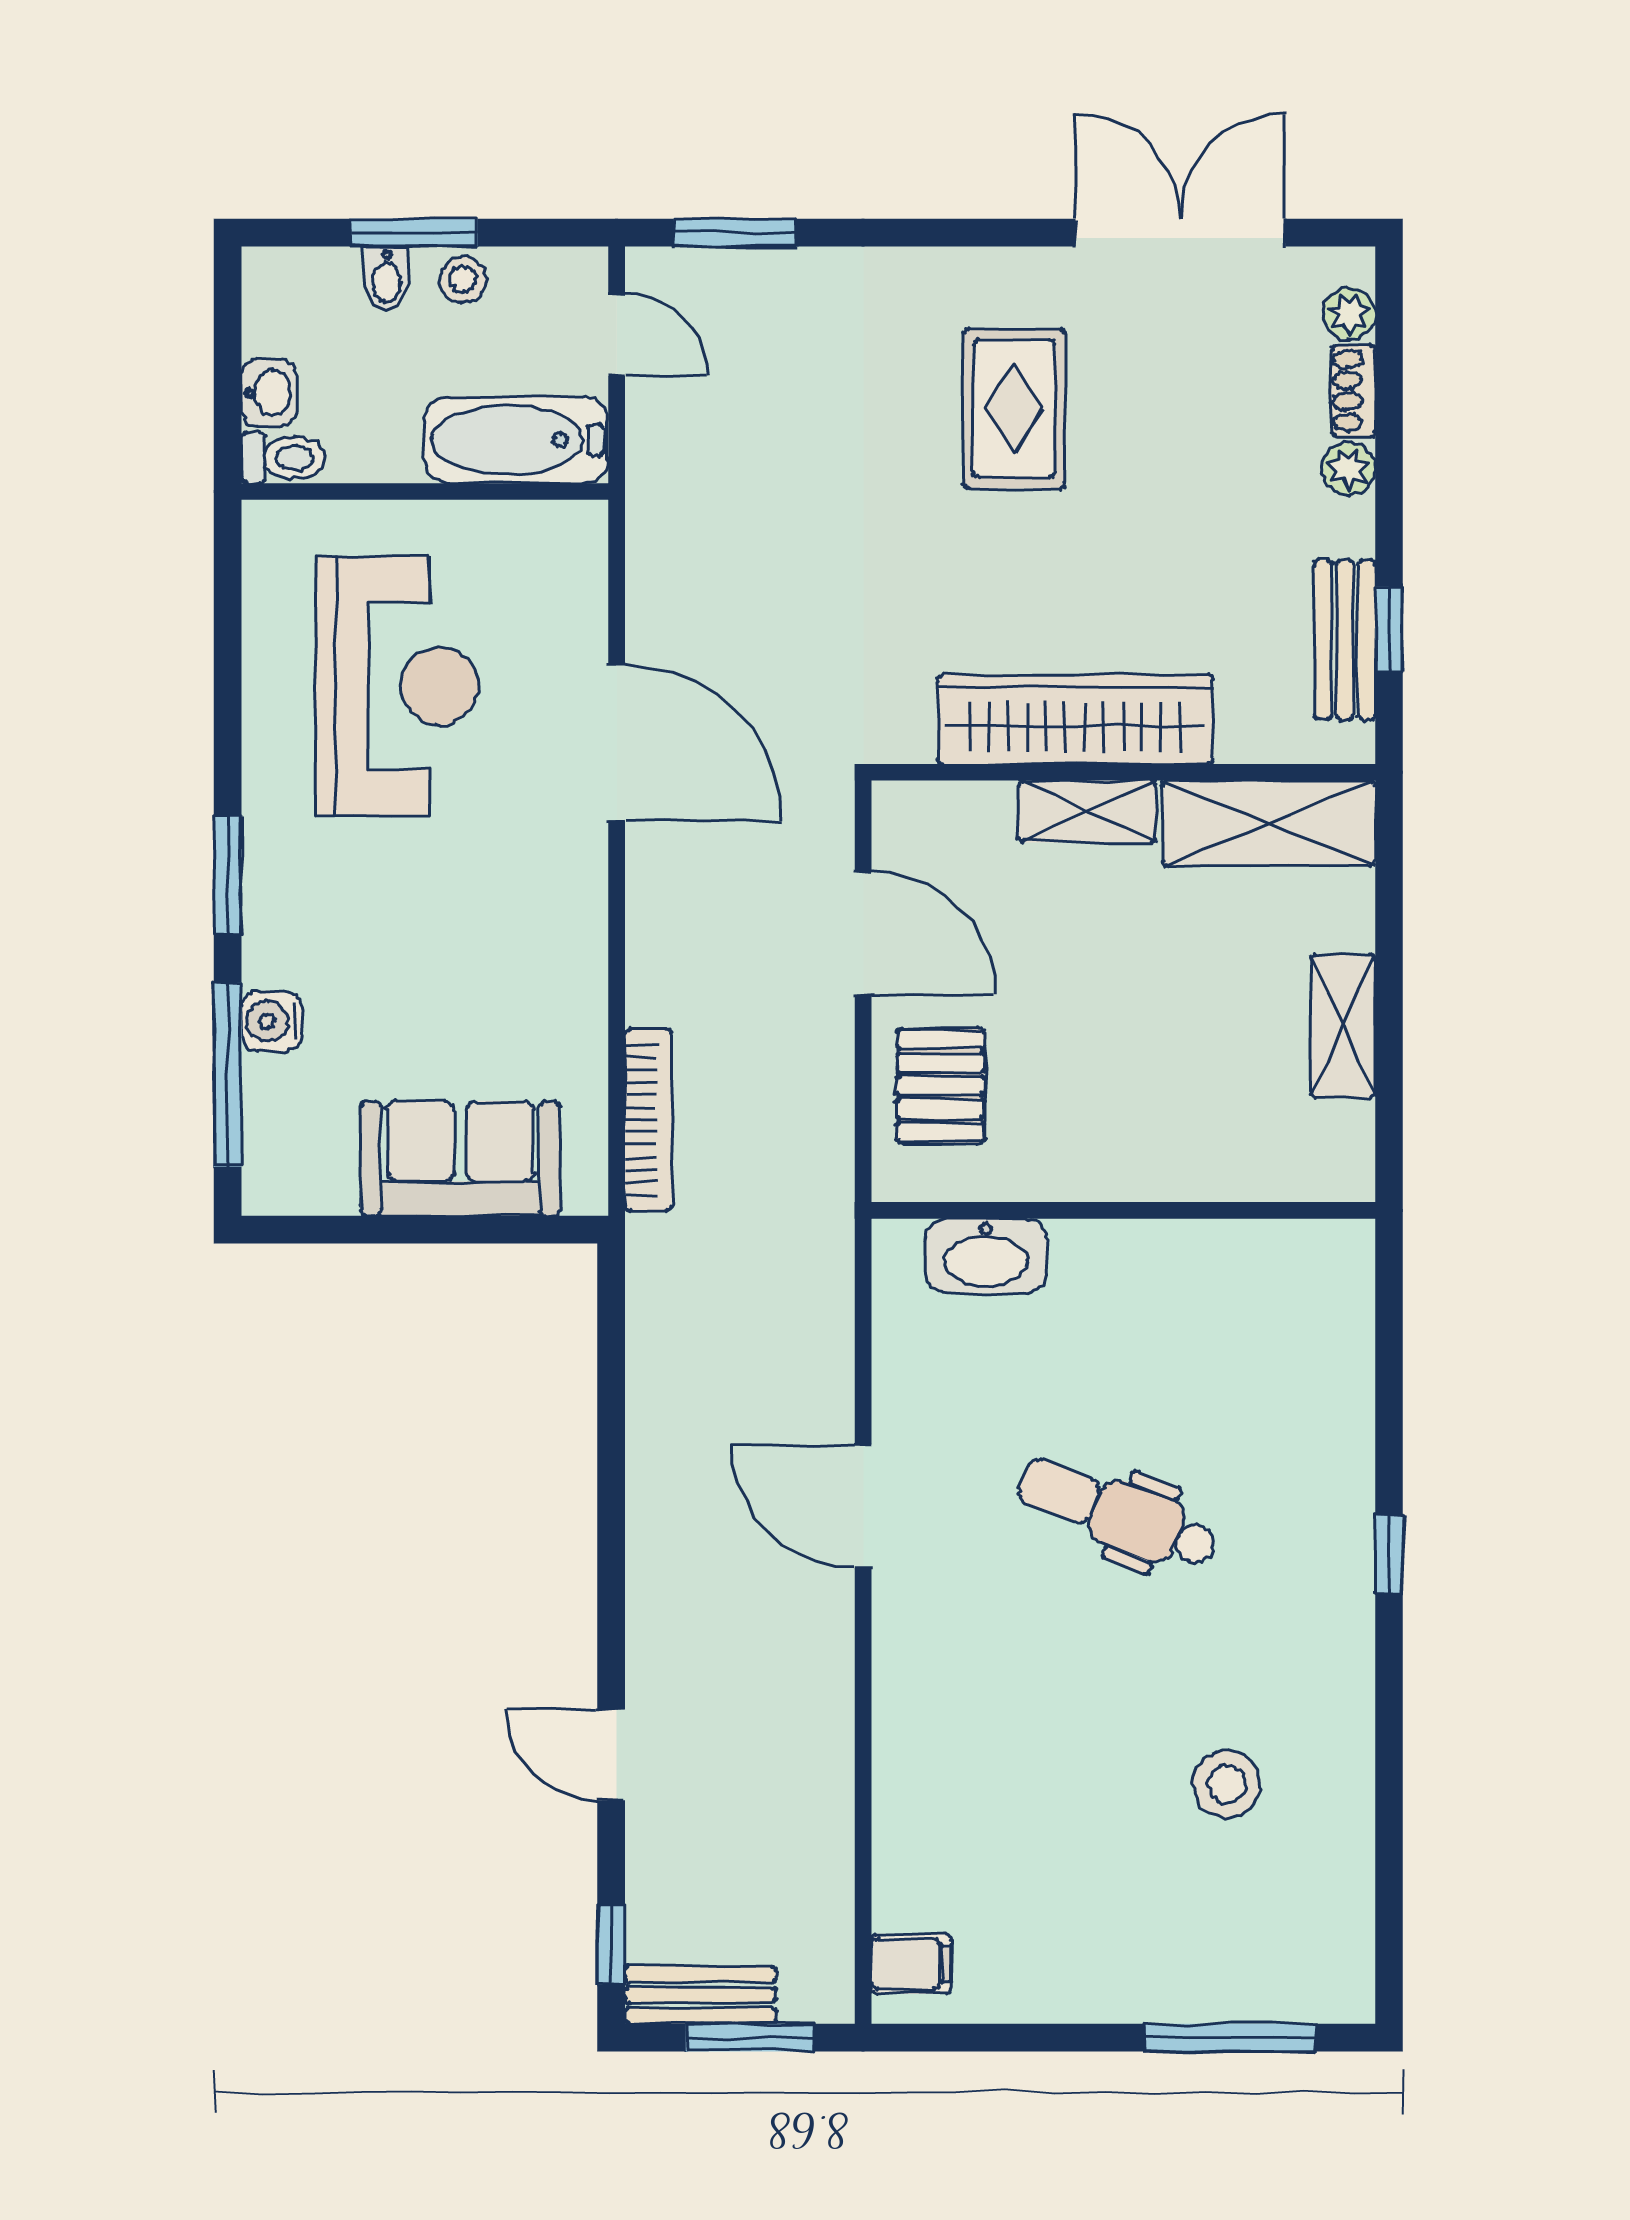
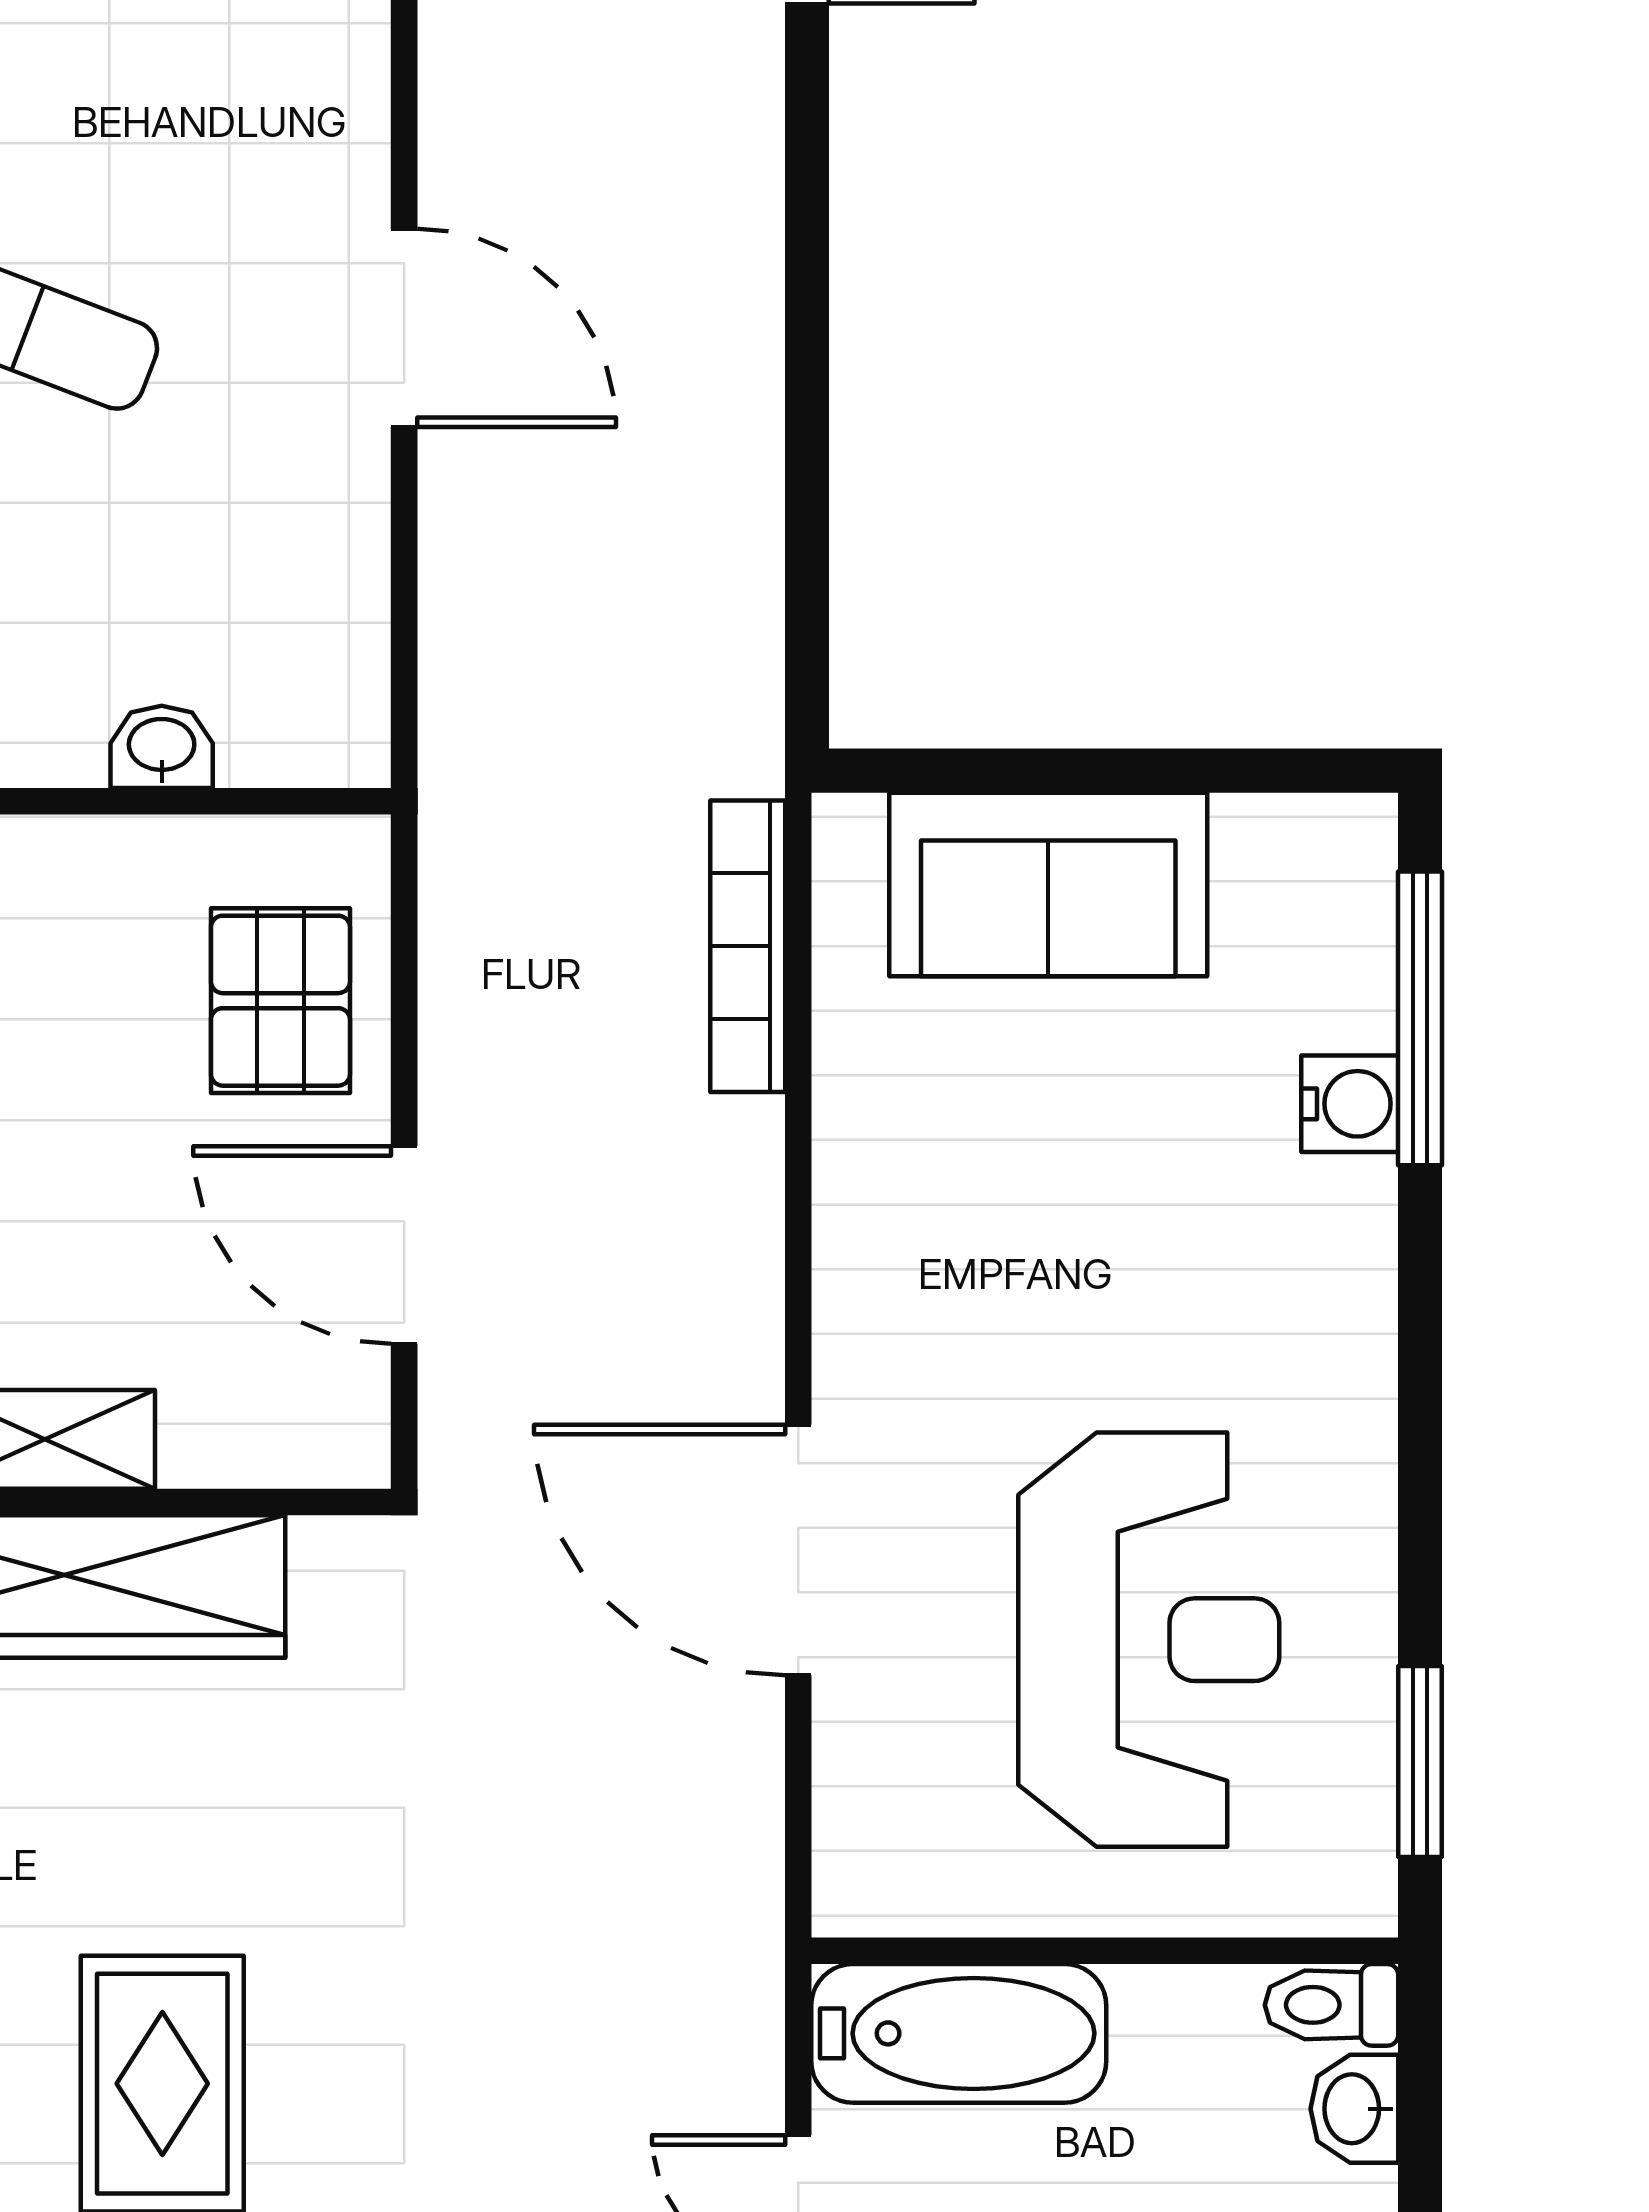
reception desk: (397, 686) -> (1149, 1640), turned 180
window: (228, 875) -> (1420, 1762), moved
washbasin: (986, 1256) -> (162, 747), width x0.52, depth x0.69

